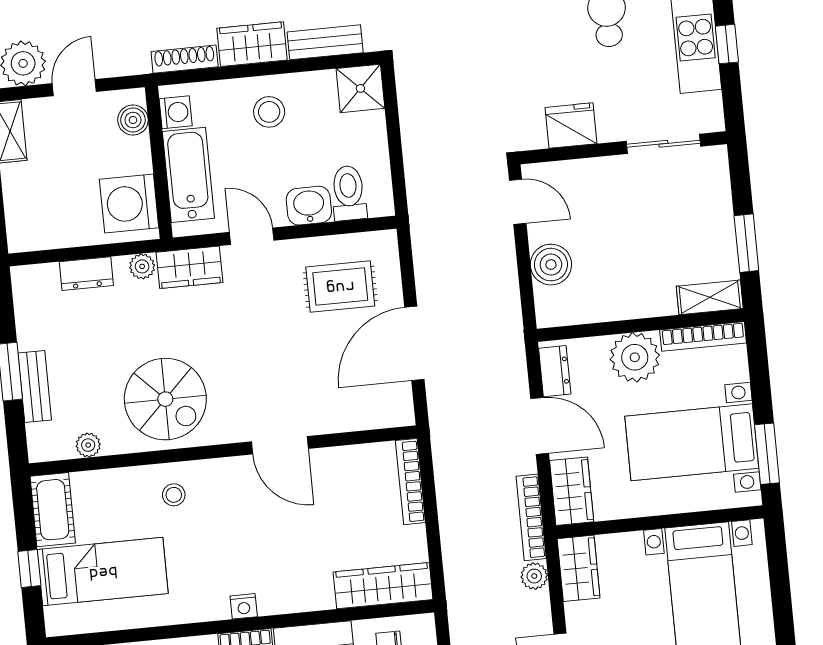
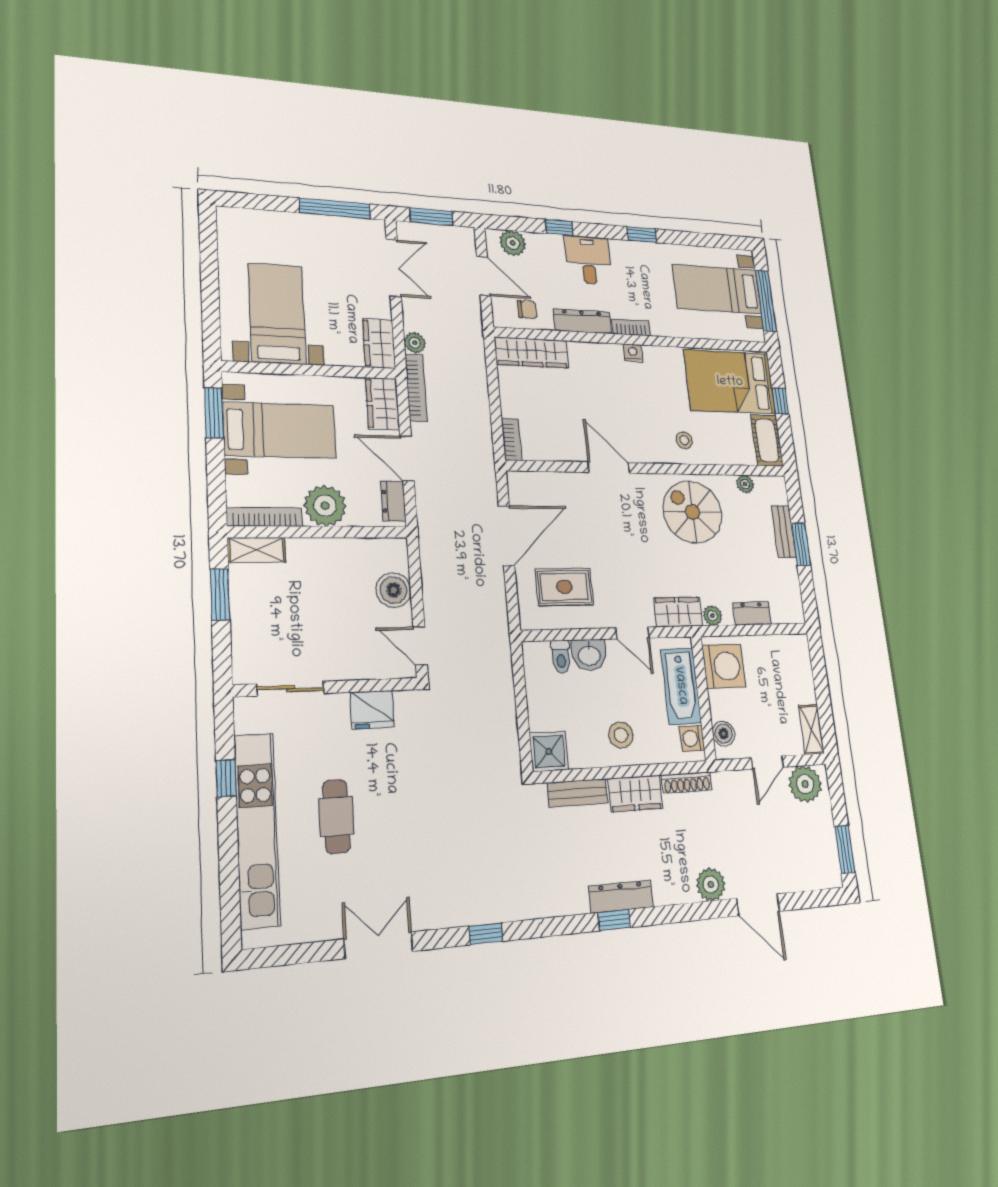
toilet: (349, 193) -> (561, 657), width x0.73, depth x0.72
bookcase: (410, 482) -> (511, 440), width x0.64
bed: (103, 572) -> (730, 382), width x1.50

